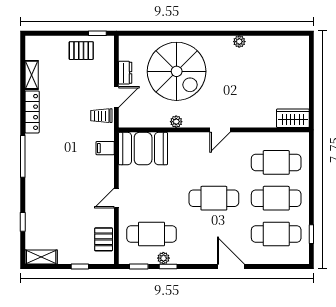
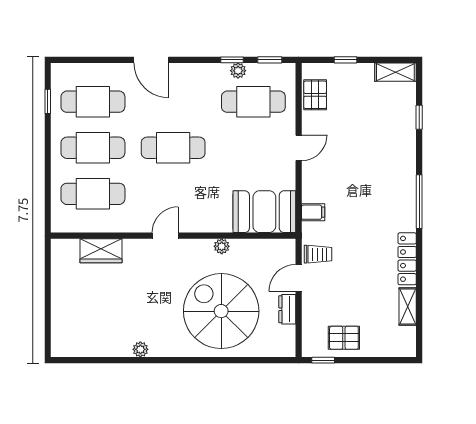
wardrobe: (293, 118) -> (101, 251), moved

